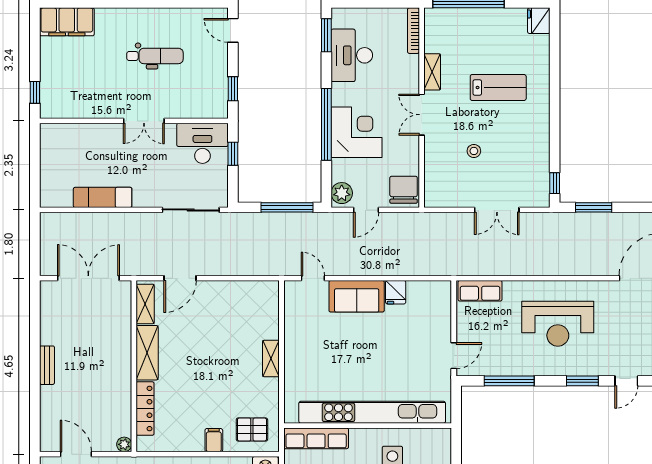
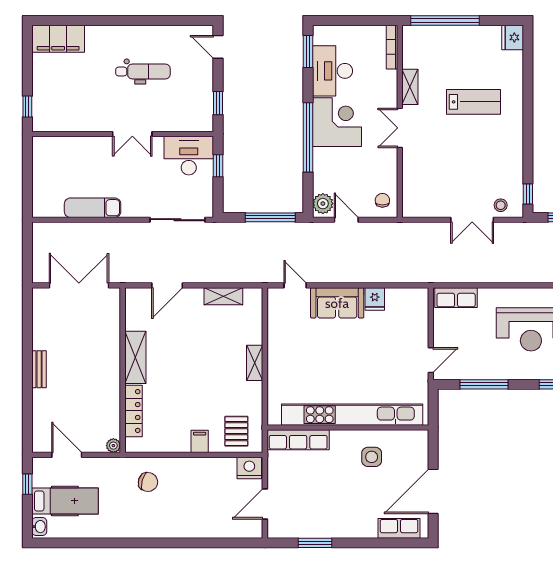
corner desk: (356, 132) -> (337, 122), moved
stool: (474, 151) -> (501, 205), moved
chair: (404, 190) -> (382, 200), width x0.54, depth x0.54
door: (366, 210) -> (346, 220), swing flipped
shelving: (145, 304) -> (223, 296), moved, turned 90
pallet: (252, 429) -> (236, 431), turned 90

